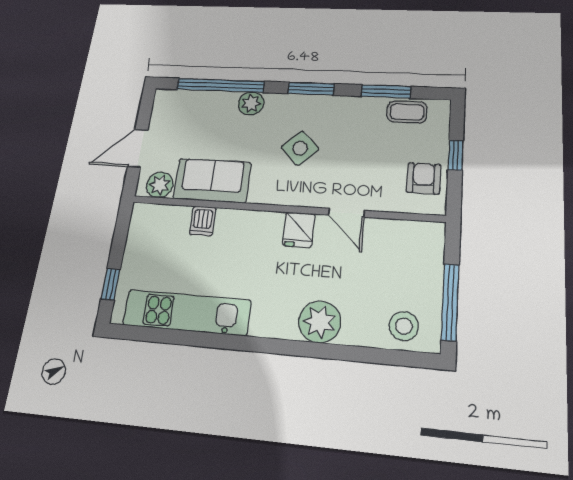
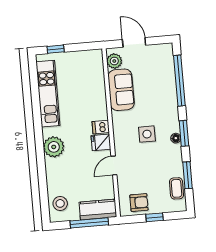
floor lamp: (317, 102) -> (176, 138), added
plant: (251, 103) -> (170, 101), removed
side table: (300, 148) -> (147, 134), turned 45
dishwasher: (203, 221) -> (101, 127), moved
kitchen counter: (427, 255) -> (98, 210), added
window: (450, 302) -> (89, 223), moved
plant: (320, 322) -> (54, 147), moved

